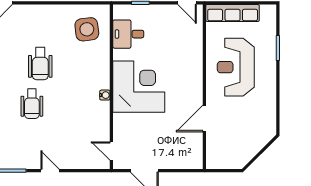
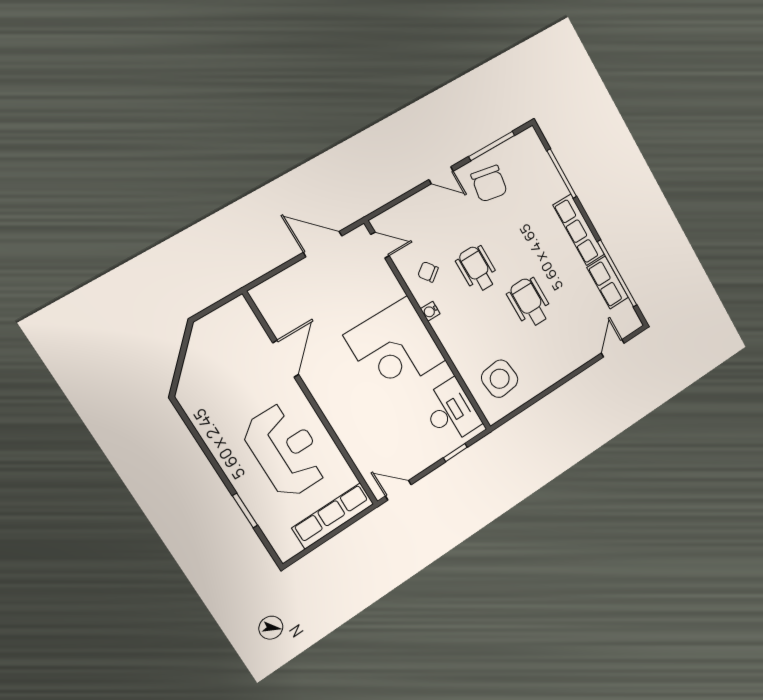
desk: (128, 34) -> (451, 412), width x1.37
wheelchair: (32, 104) -> (477, 269), moved
chair: (92, 119) -> (428, 272), added
chair: (23, 149) -> (489, 184), added

